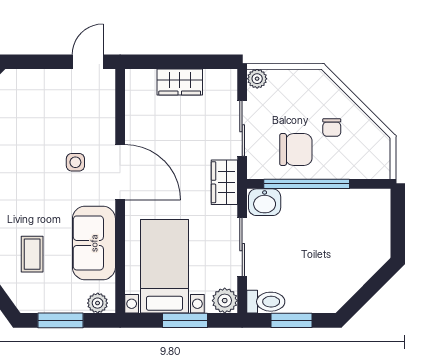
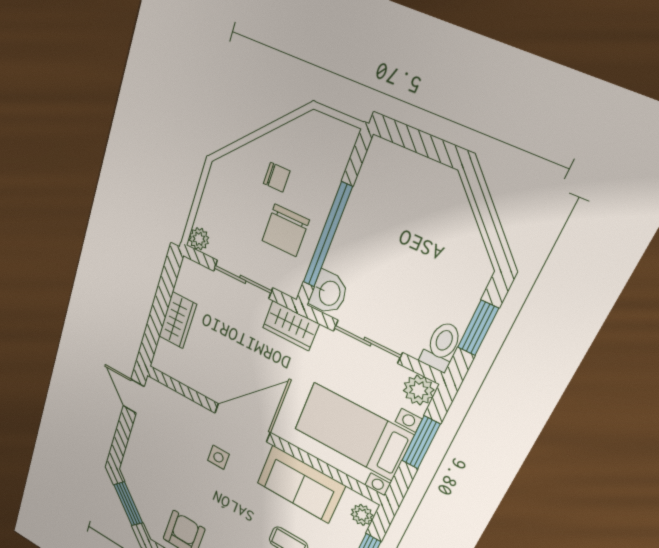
chair: (296, 150) -> (285, 230), turned 180

